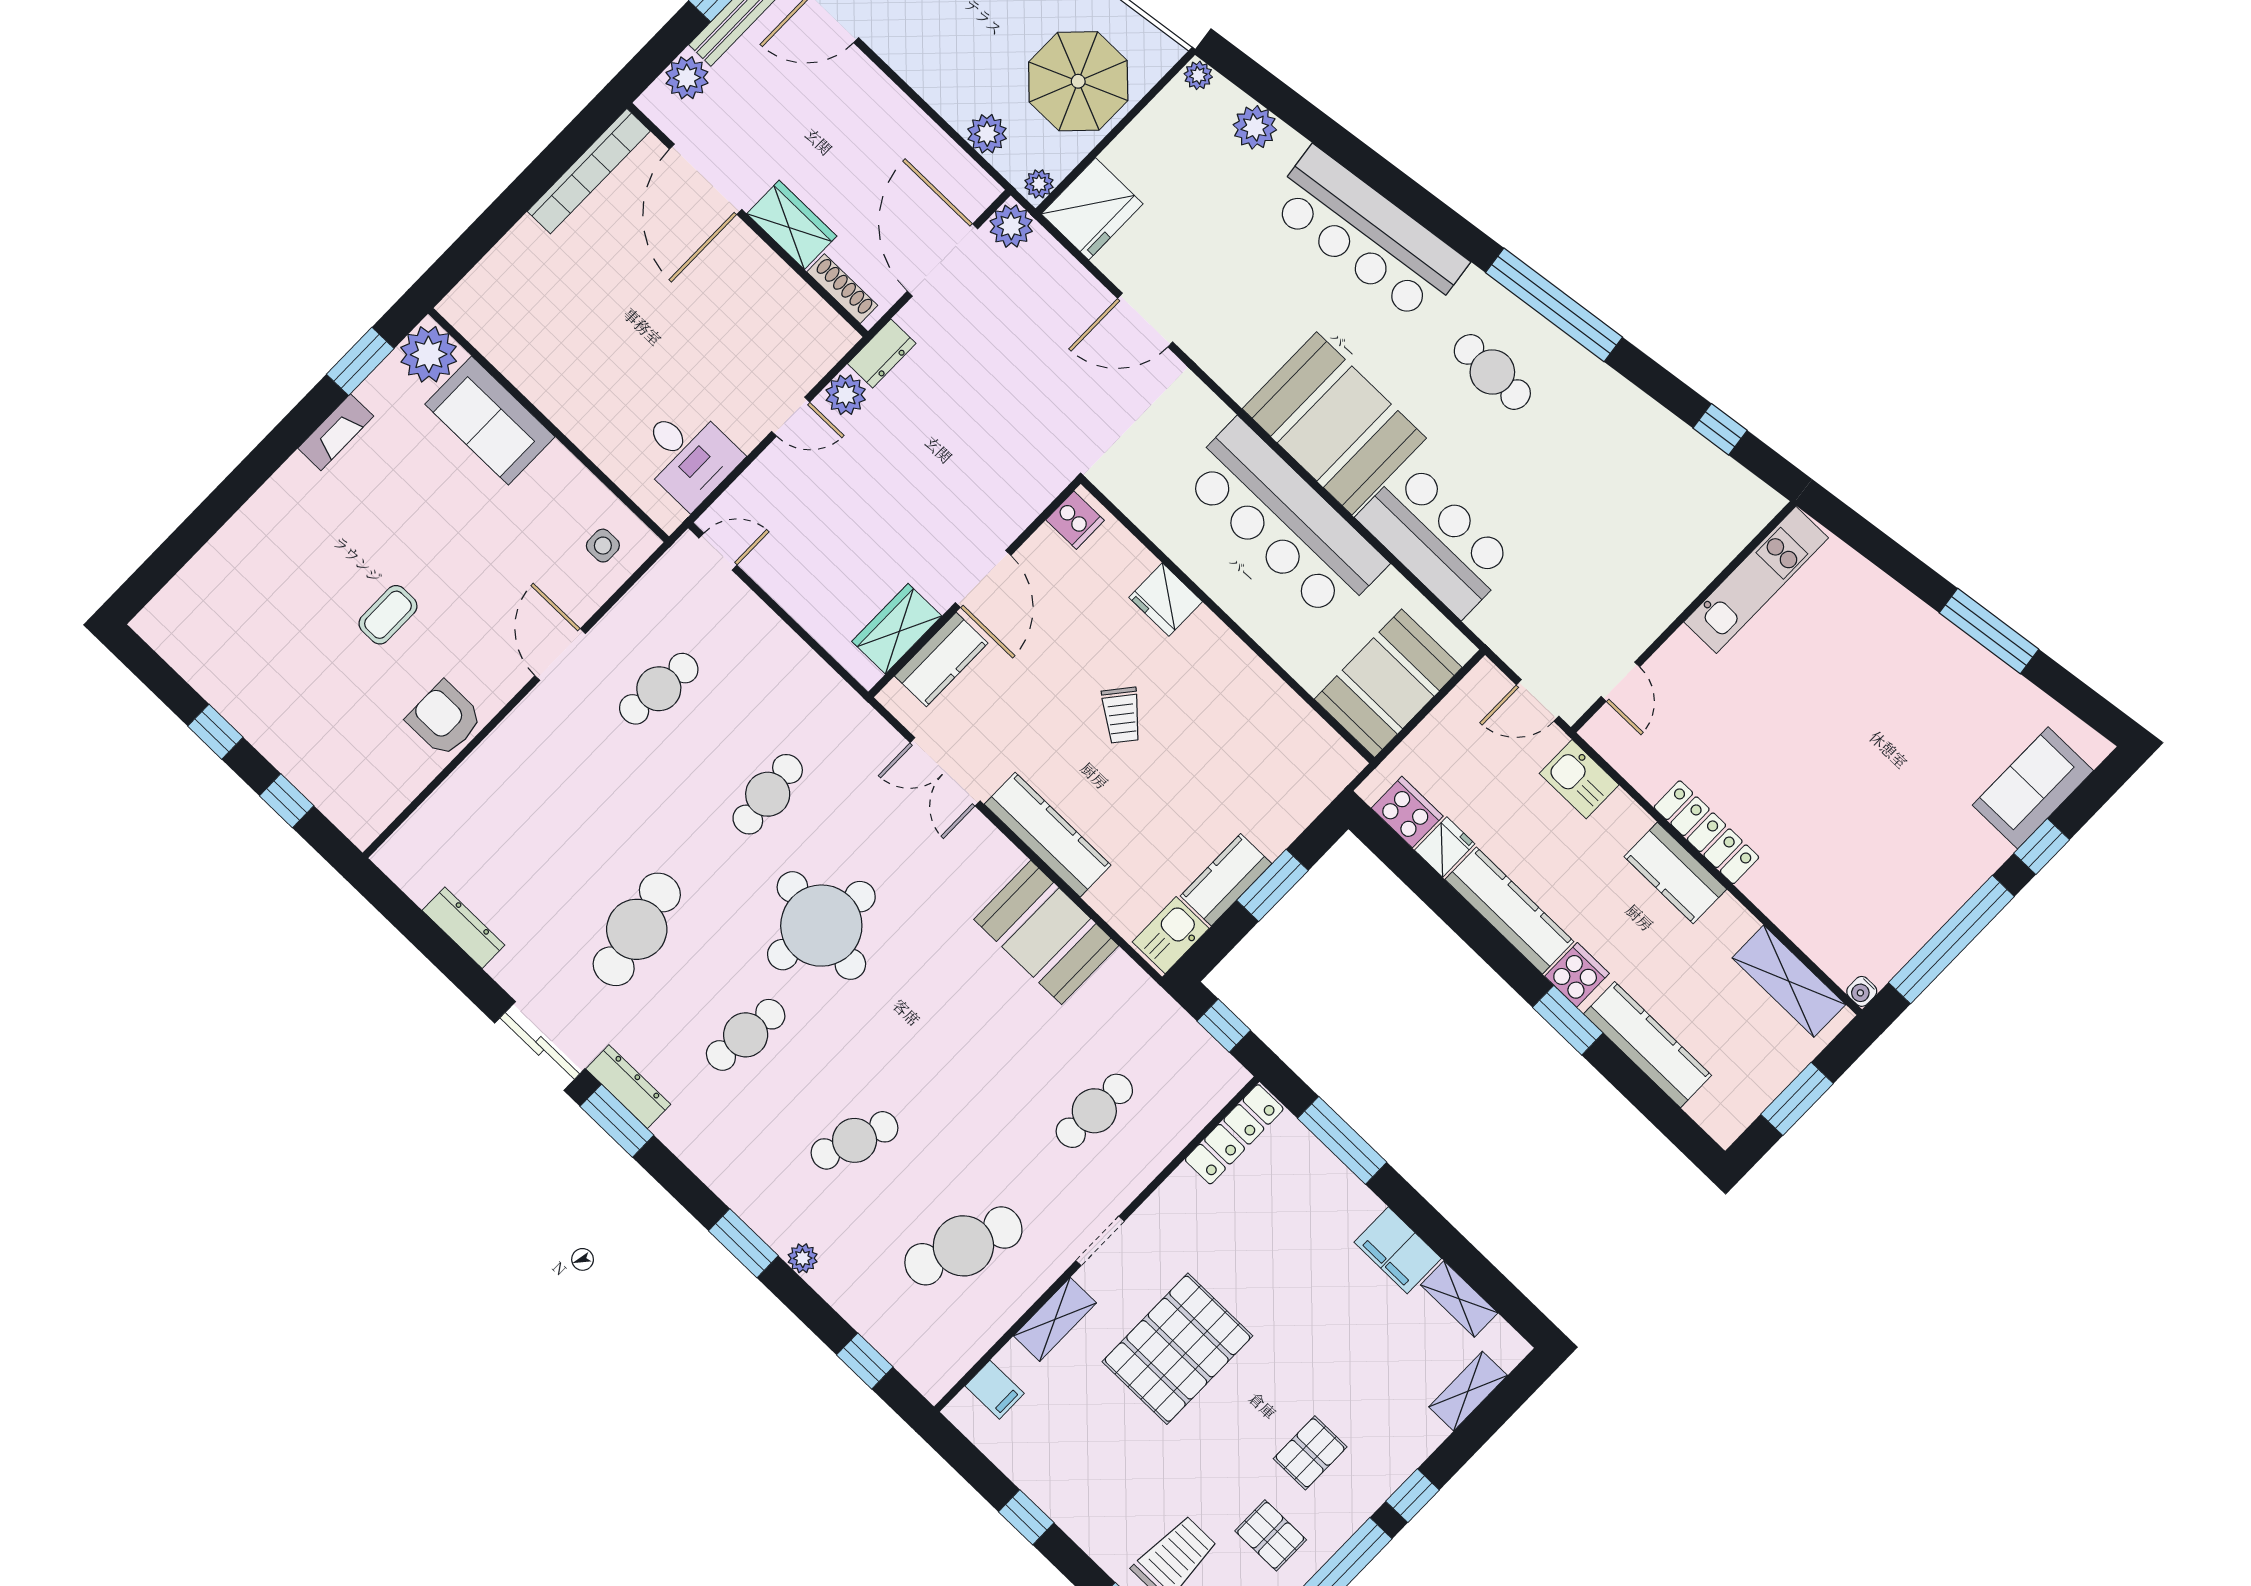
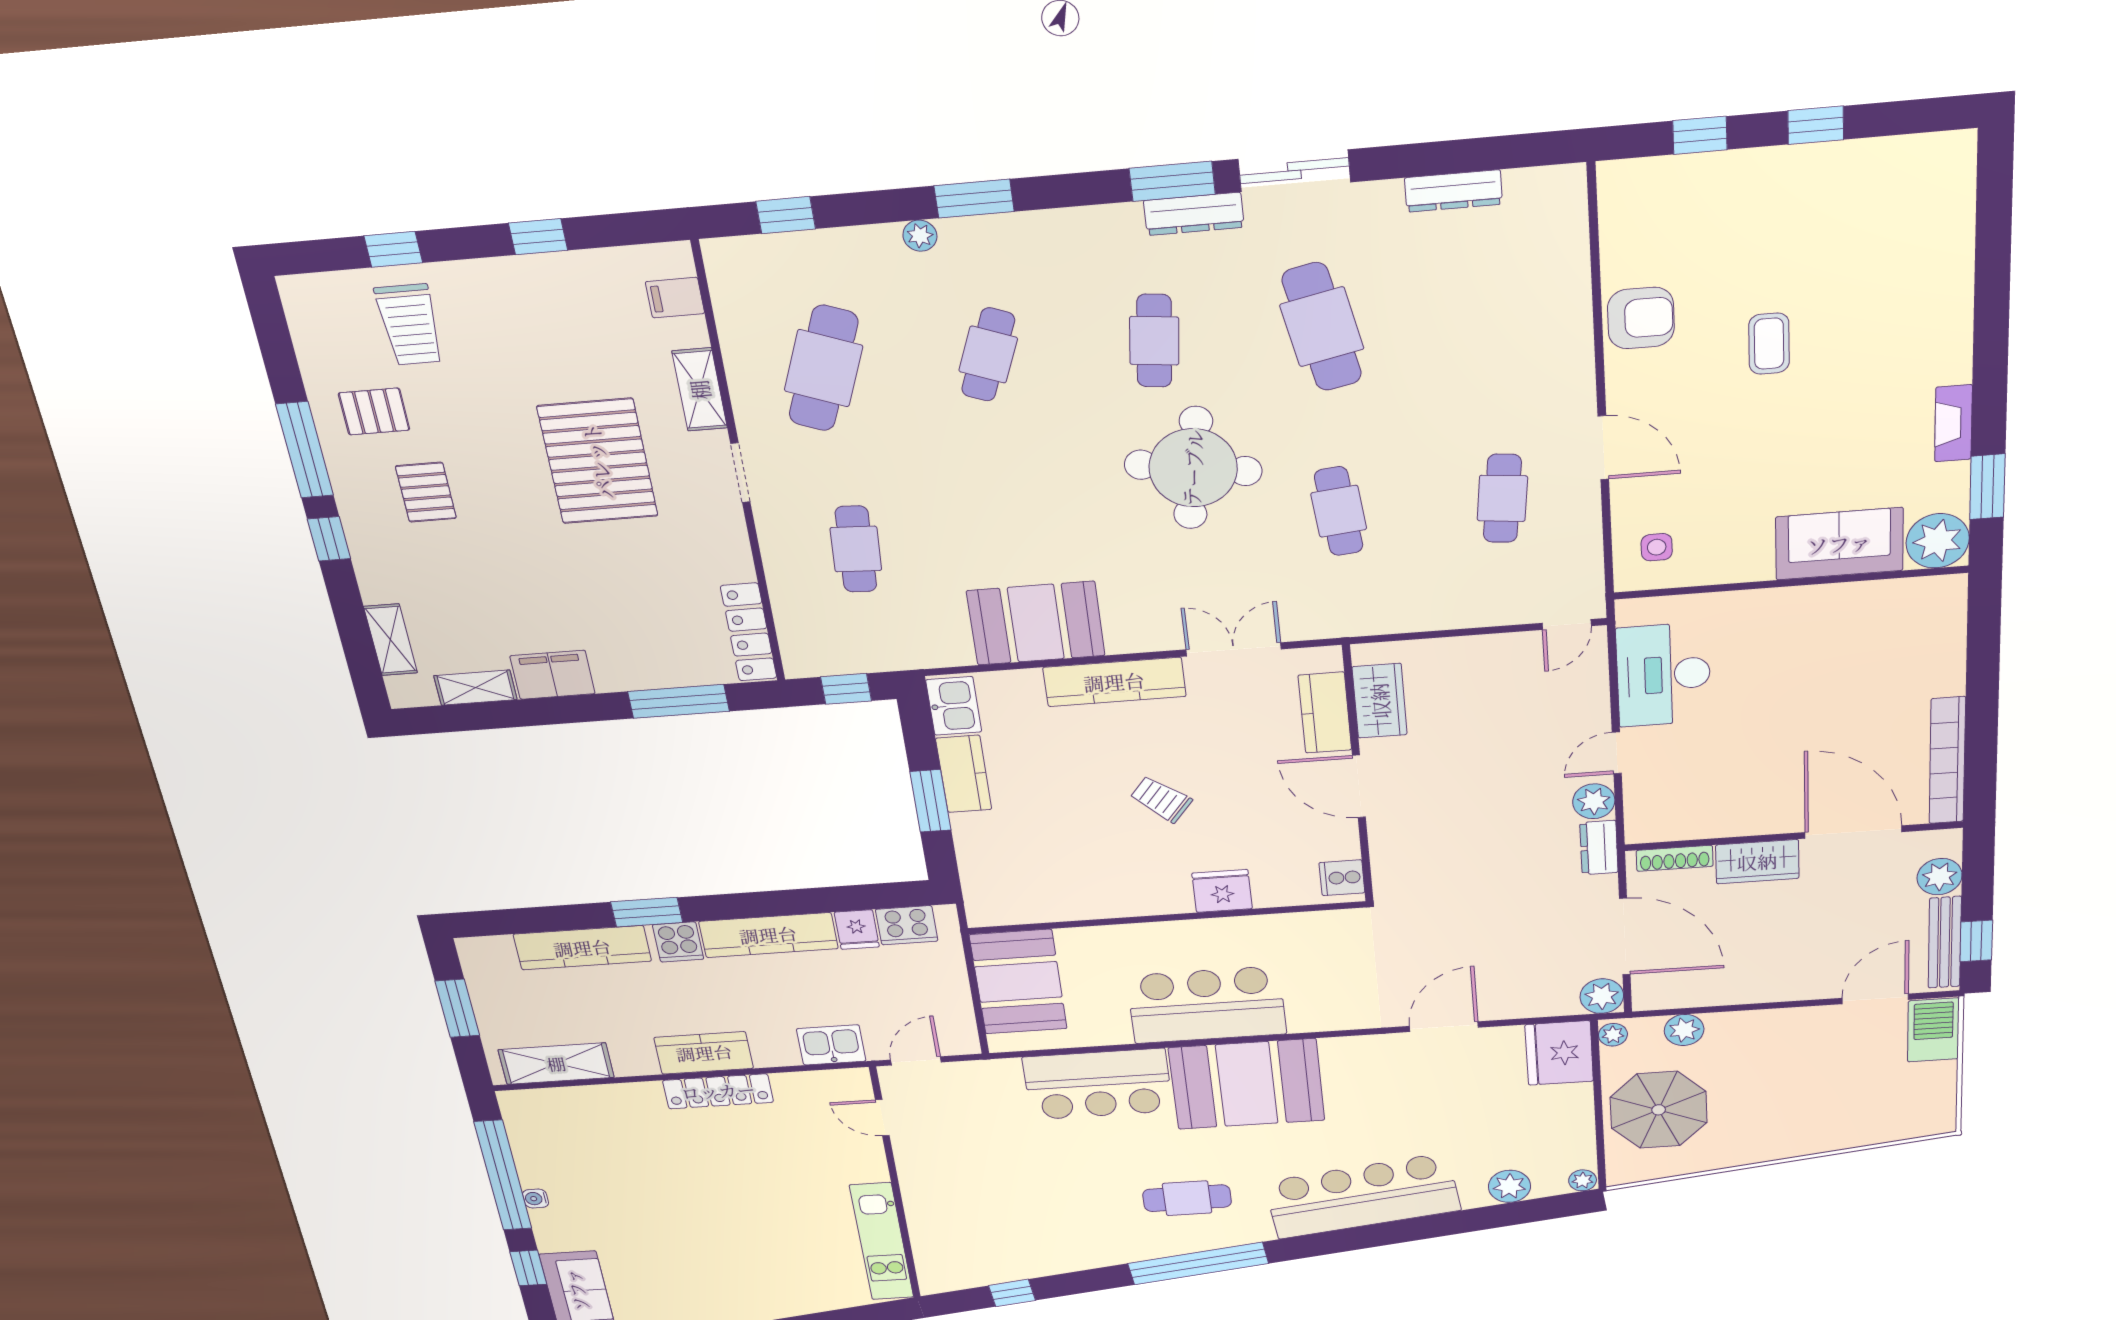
desk: (687, 455) -> (1664, 675), width x1.37
bar counter: (1284, 520) -> (1207, 1005), width x0.73
water cooler: (1862, 991) -> (536, 1198), moved, turned -90

